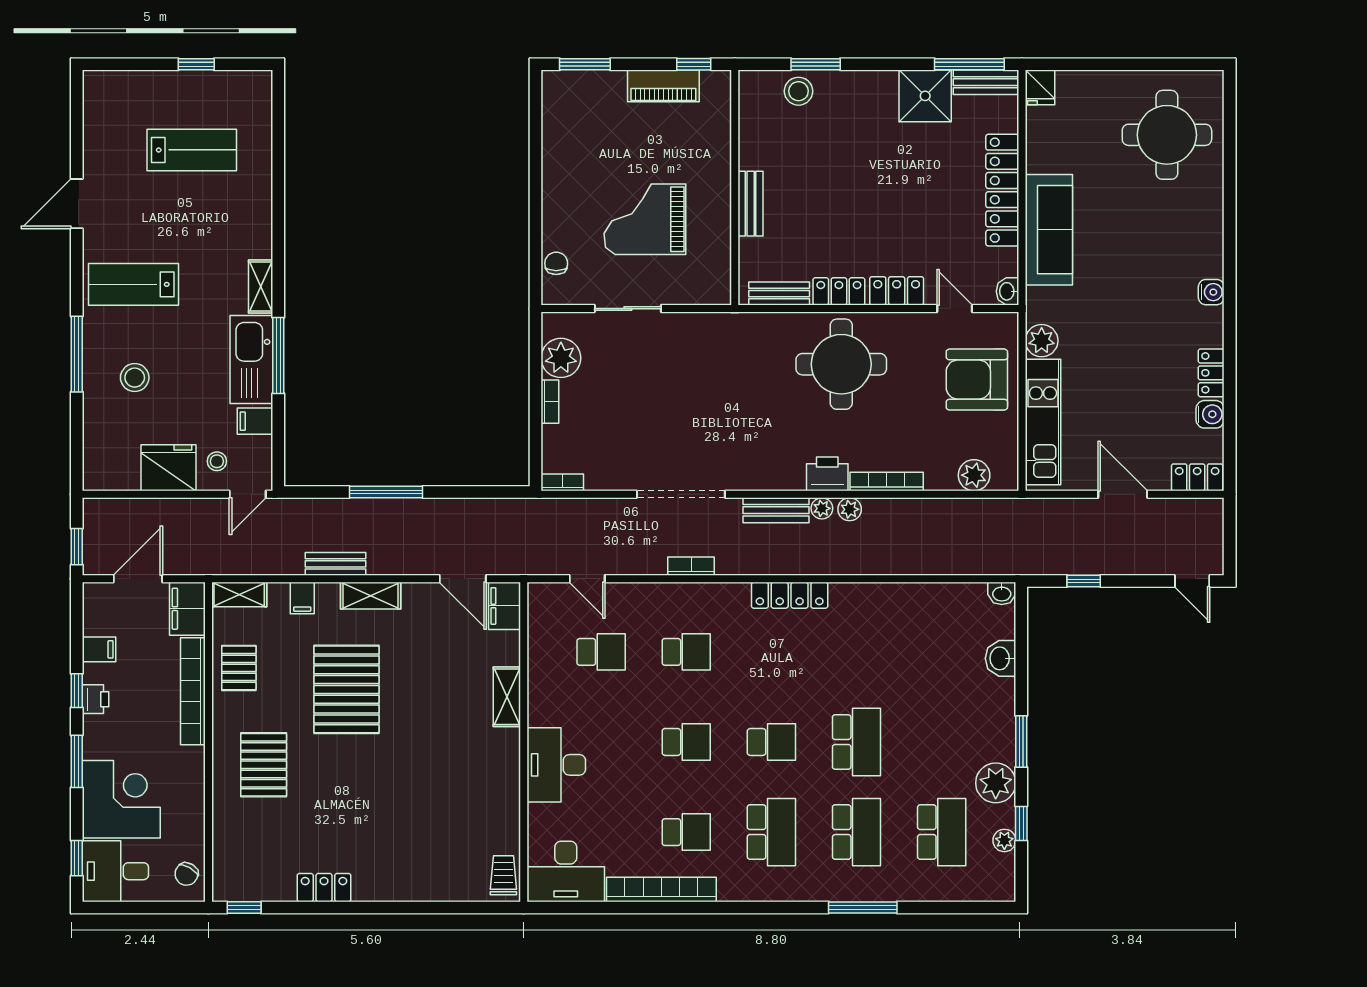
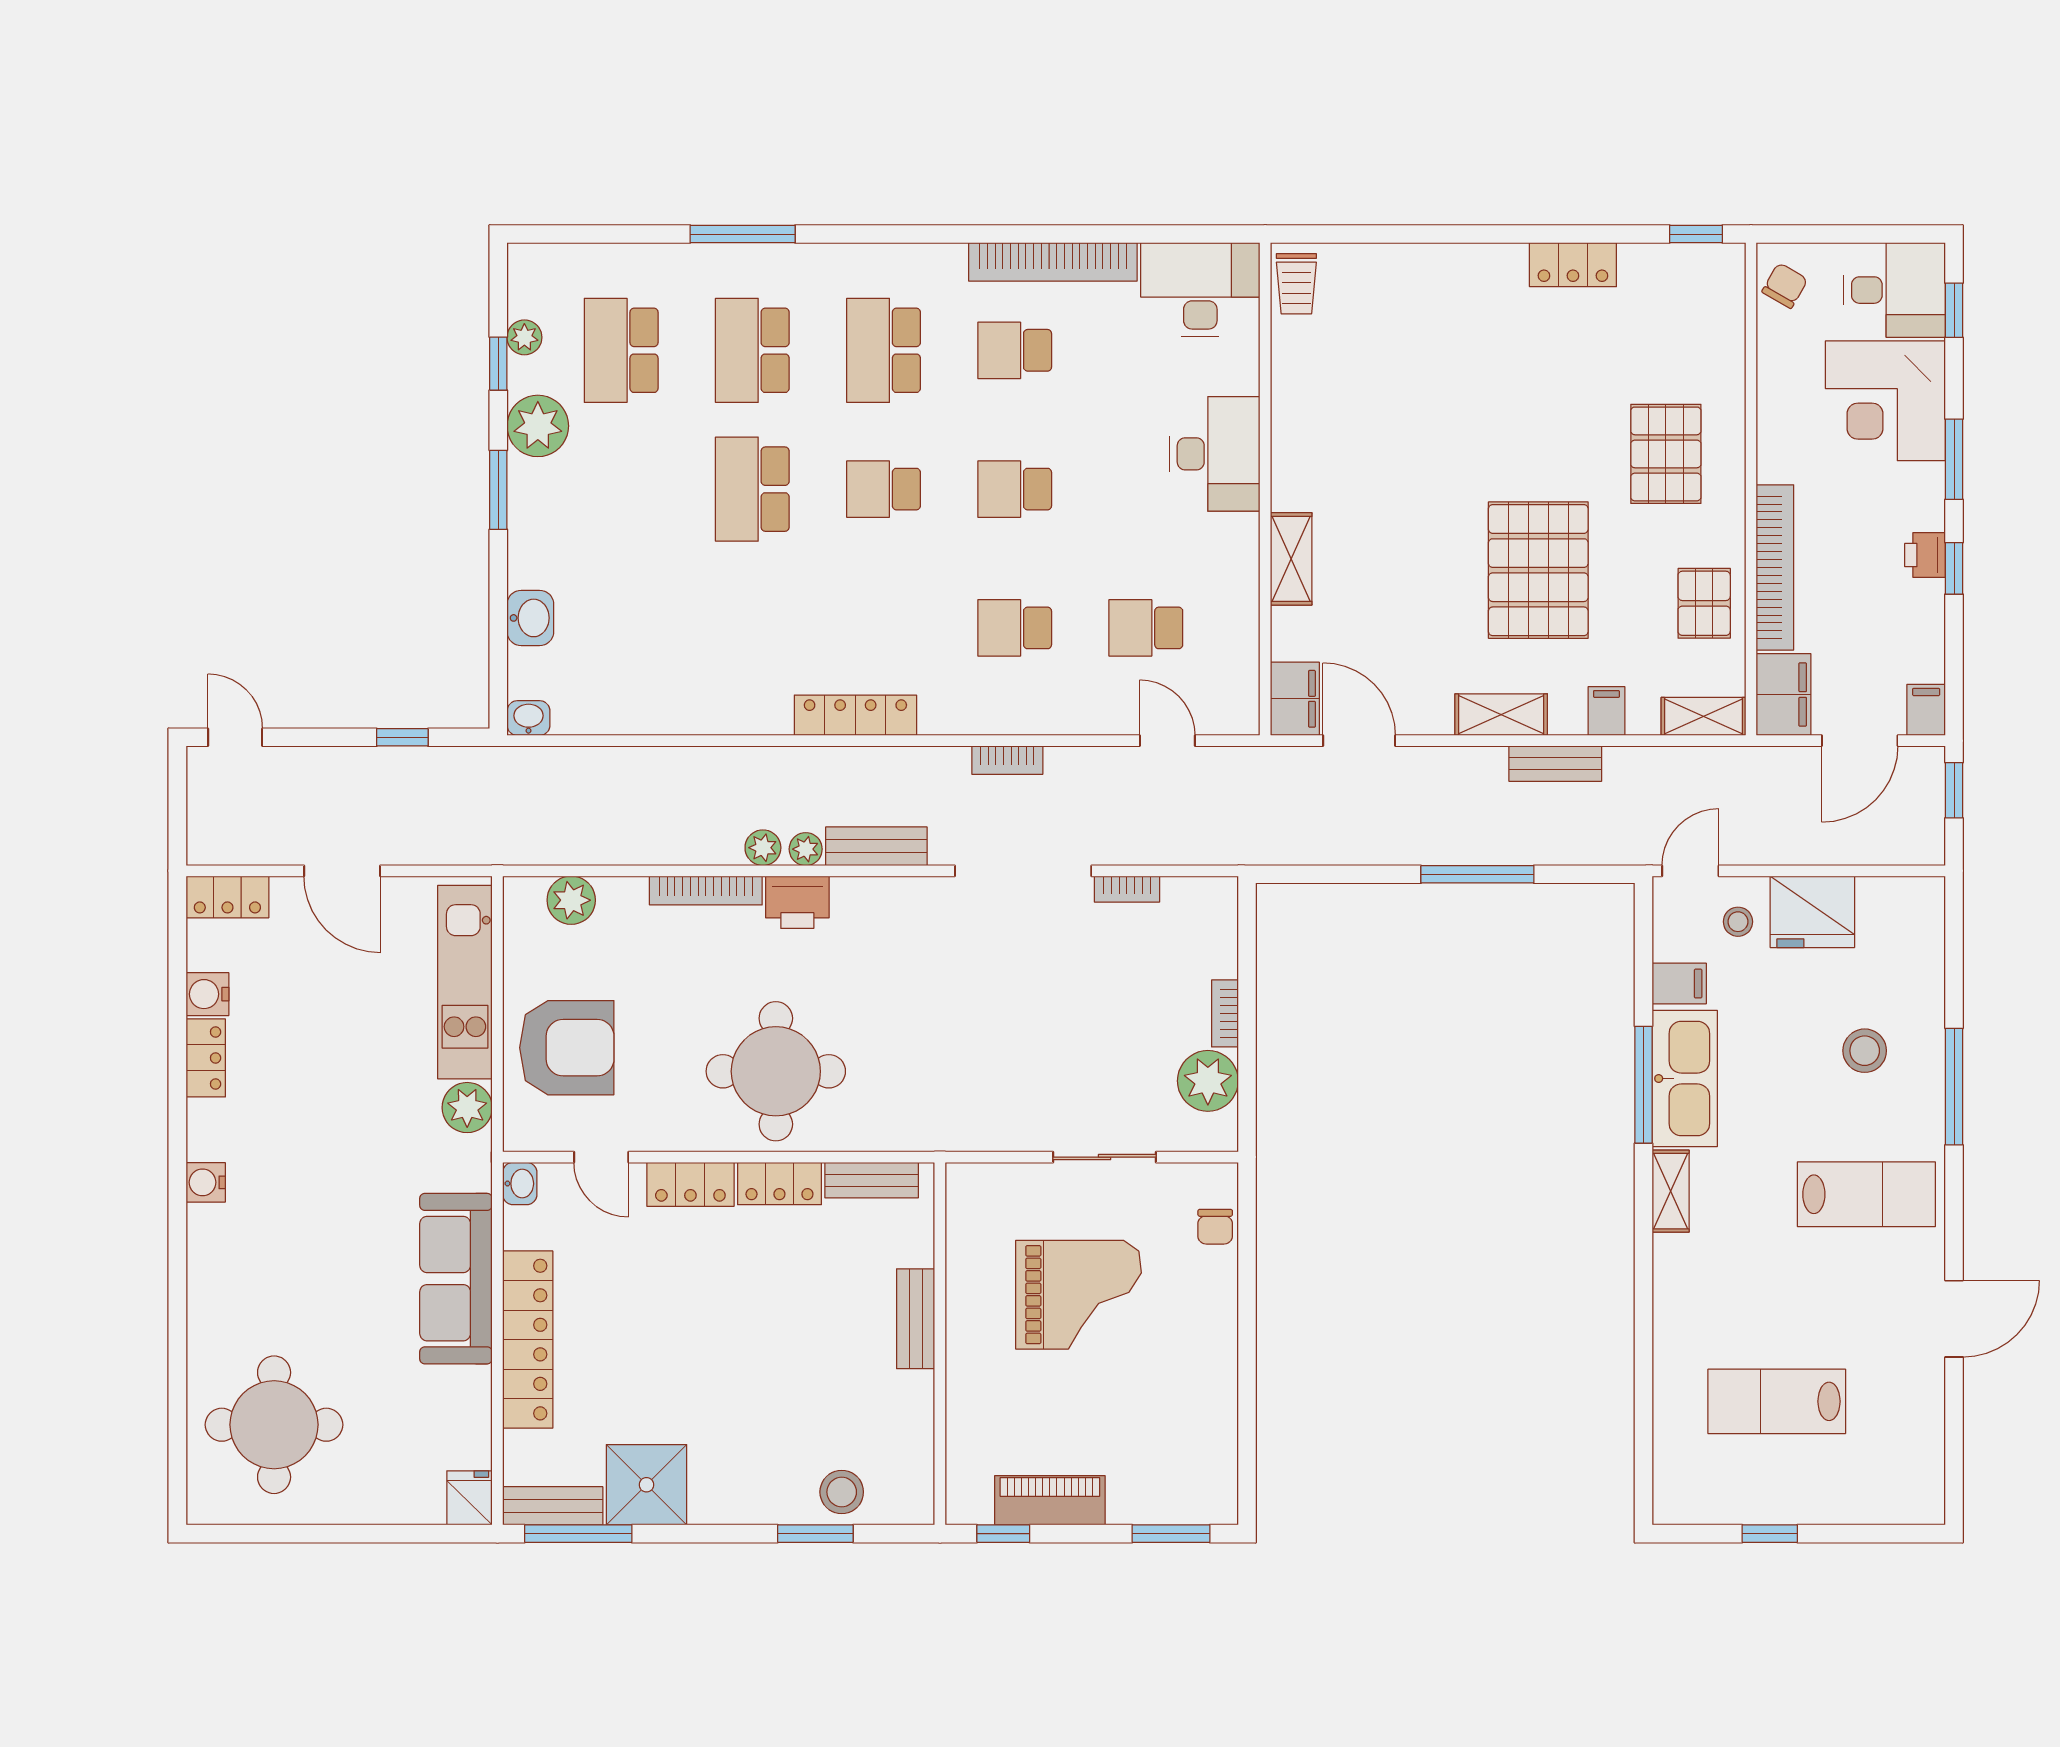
bookcase: (562, 482) -> (1127, 889), moved
filing cabinet: (99, 649) -> (1926, 710), moved, turned 90

